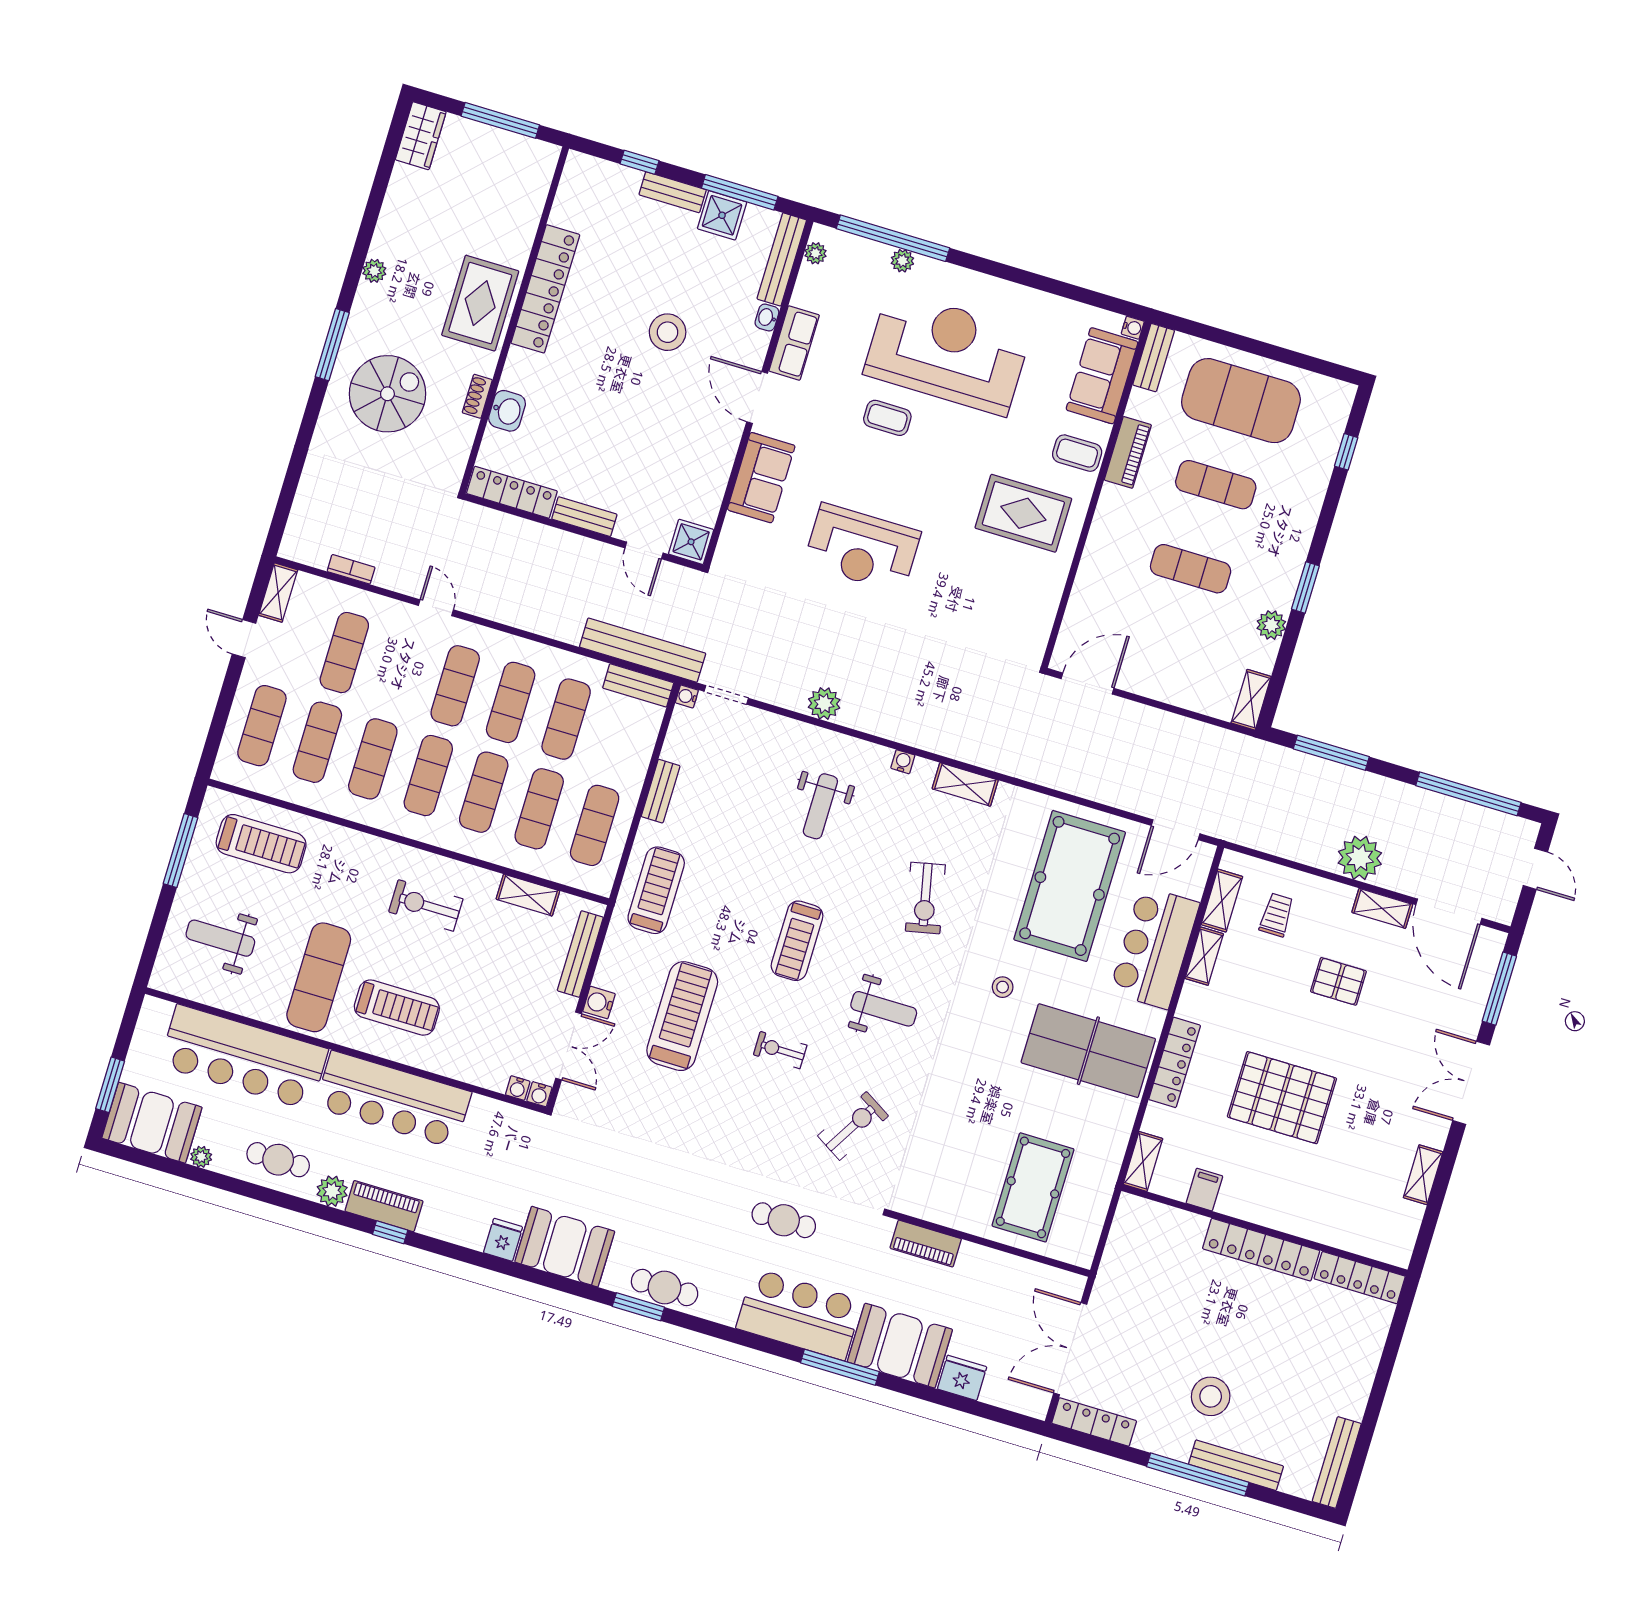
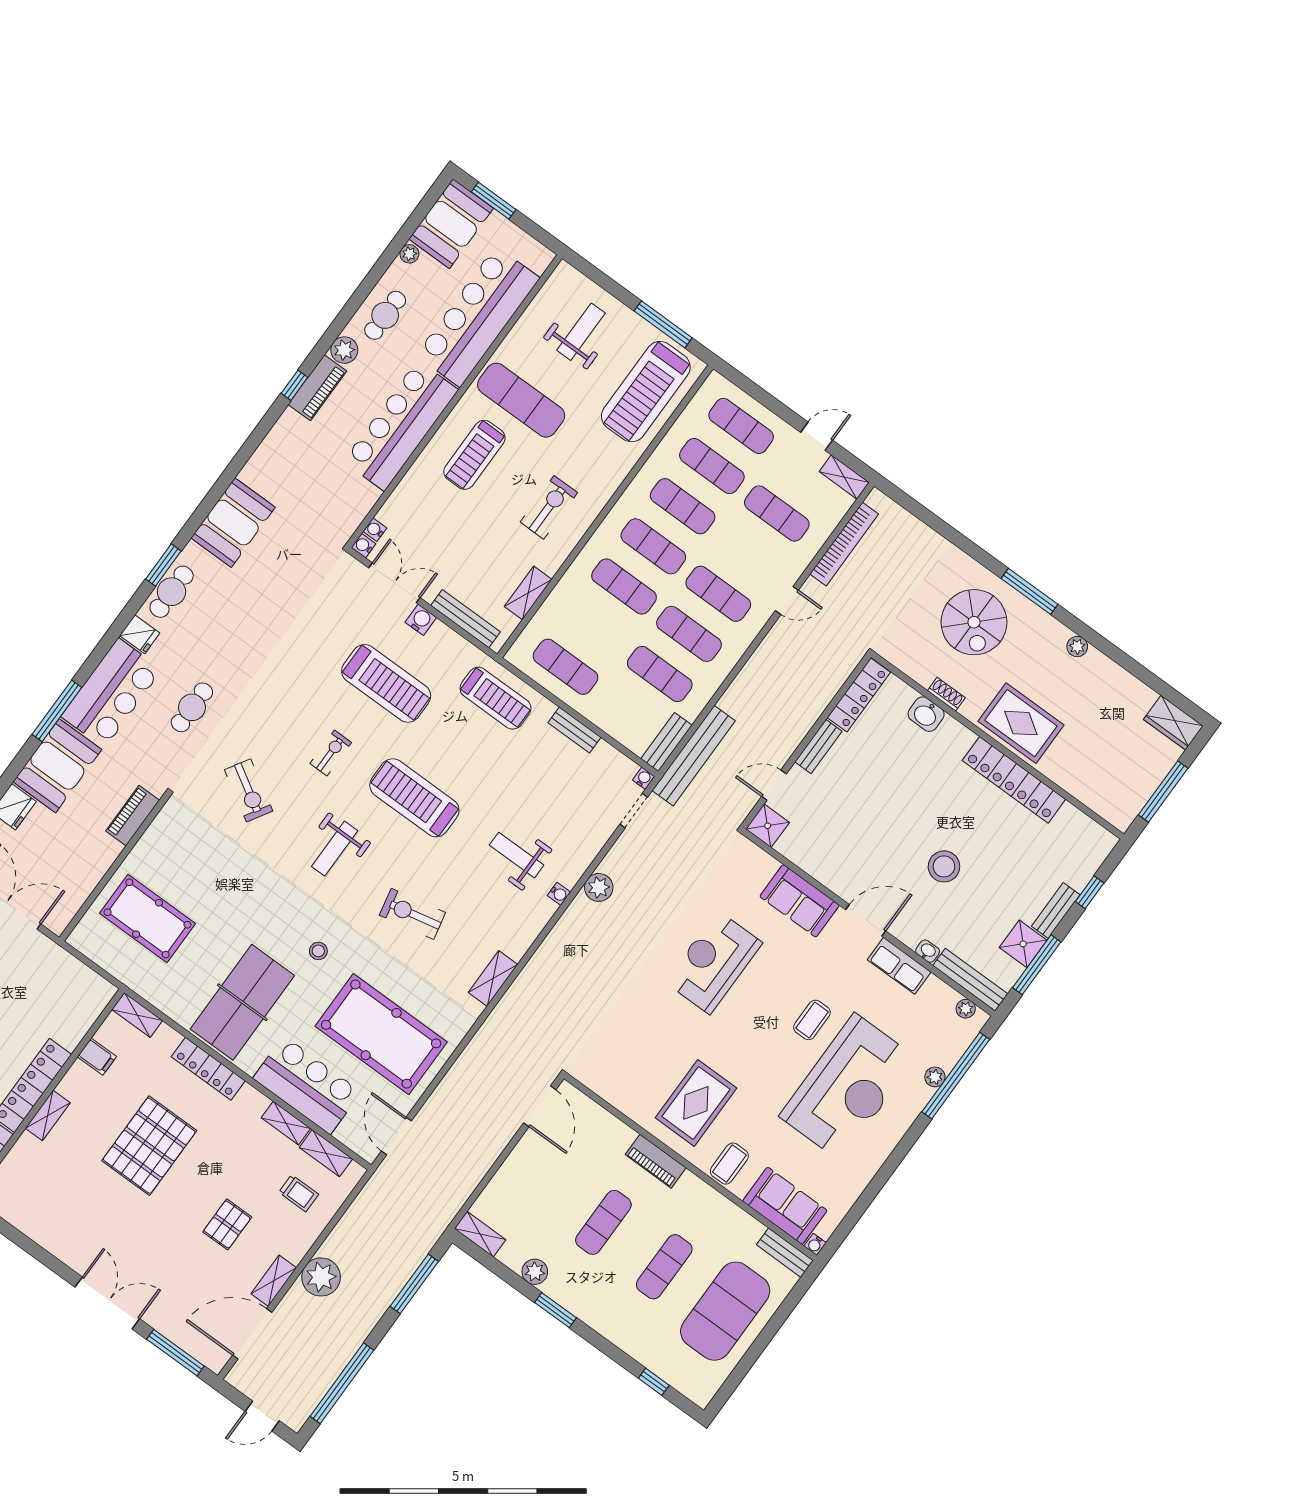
piano: (1128, 452) -> (656, 1161), moved
bookcase: (351, 569) -> (844, 544), width x2.31, depth x1.31
water cooler: (903, 762) -> (559, 894), moved
exercise mat: (539, 809) -> (595, 627), removed
treadmill: (261, 844) -> (646, 392), width x1.37, depth x1.38
treadmill: (797, 941) -> (414, 798), width x1.37, depth x1.38
double door: (569, 1046) -> (394, 583), swing flipped
shelving: (1423, 1175) -> (48, 1115), moved, turned 90
fridge: (503, 1240) -> (140, 634), moved

